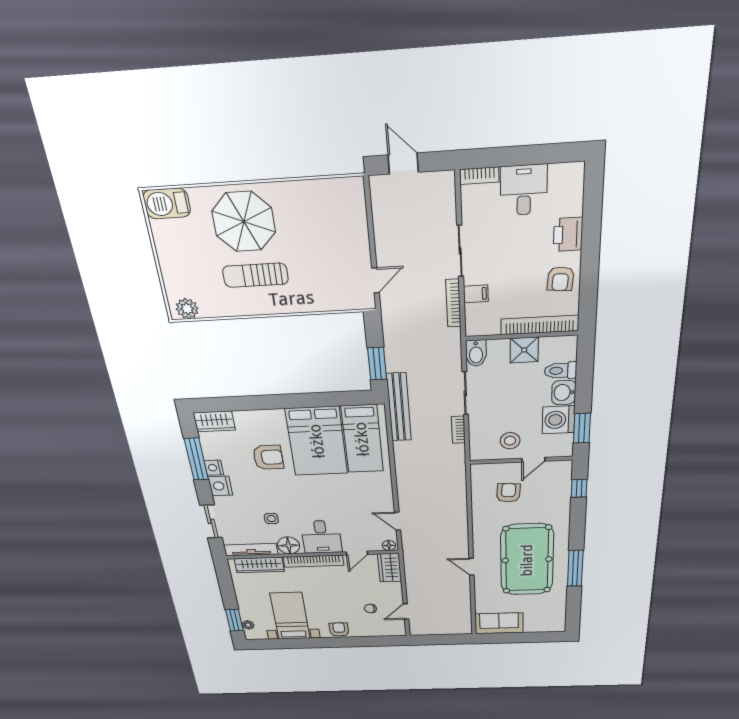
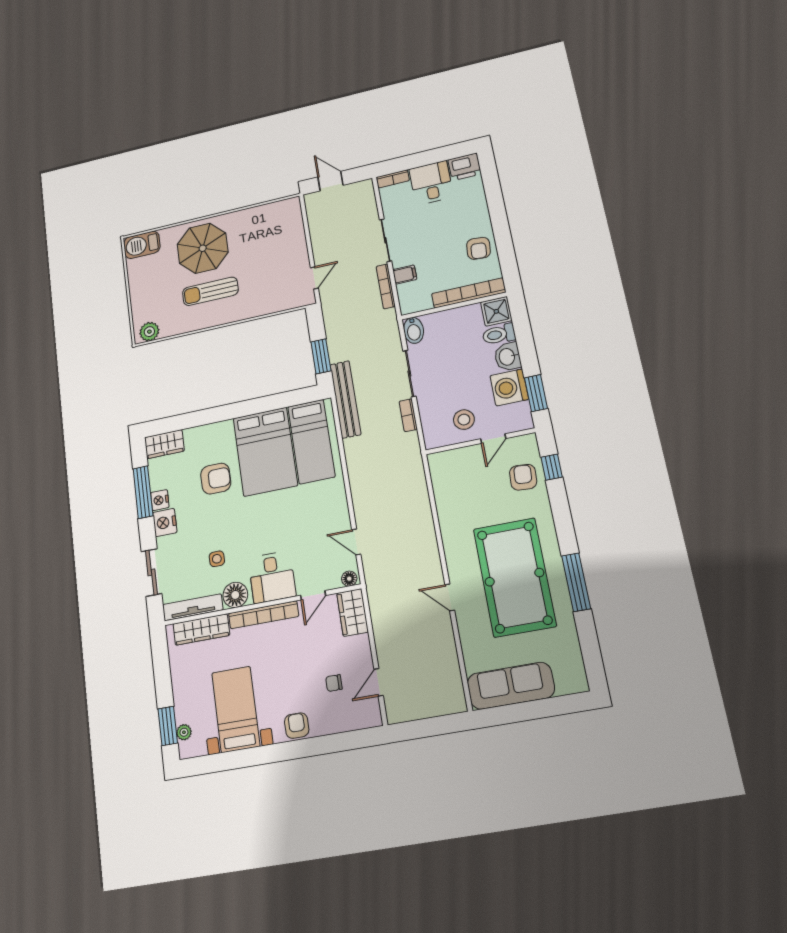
printer: (568, 234) -> (465, 167), moved, turned -90
shower: (524, 350) -> (496, 311), moved
armchair: (508, 493) -> (523, 477), moved
sofa: (499, 623) -> (511, 686), width x1.36

